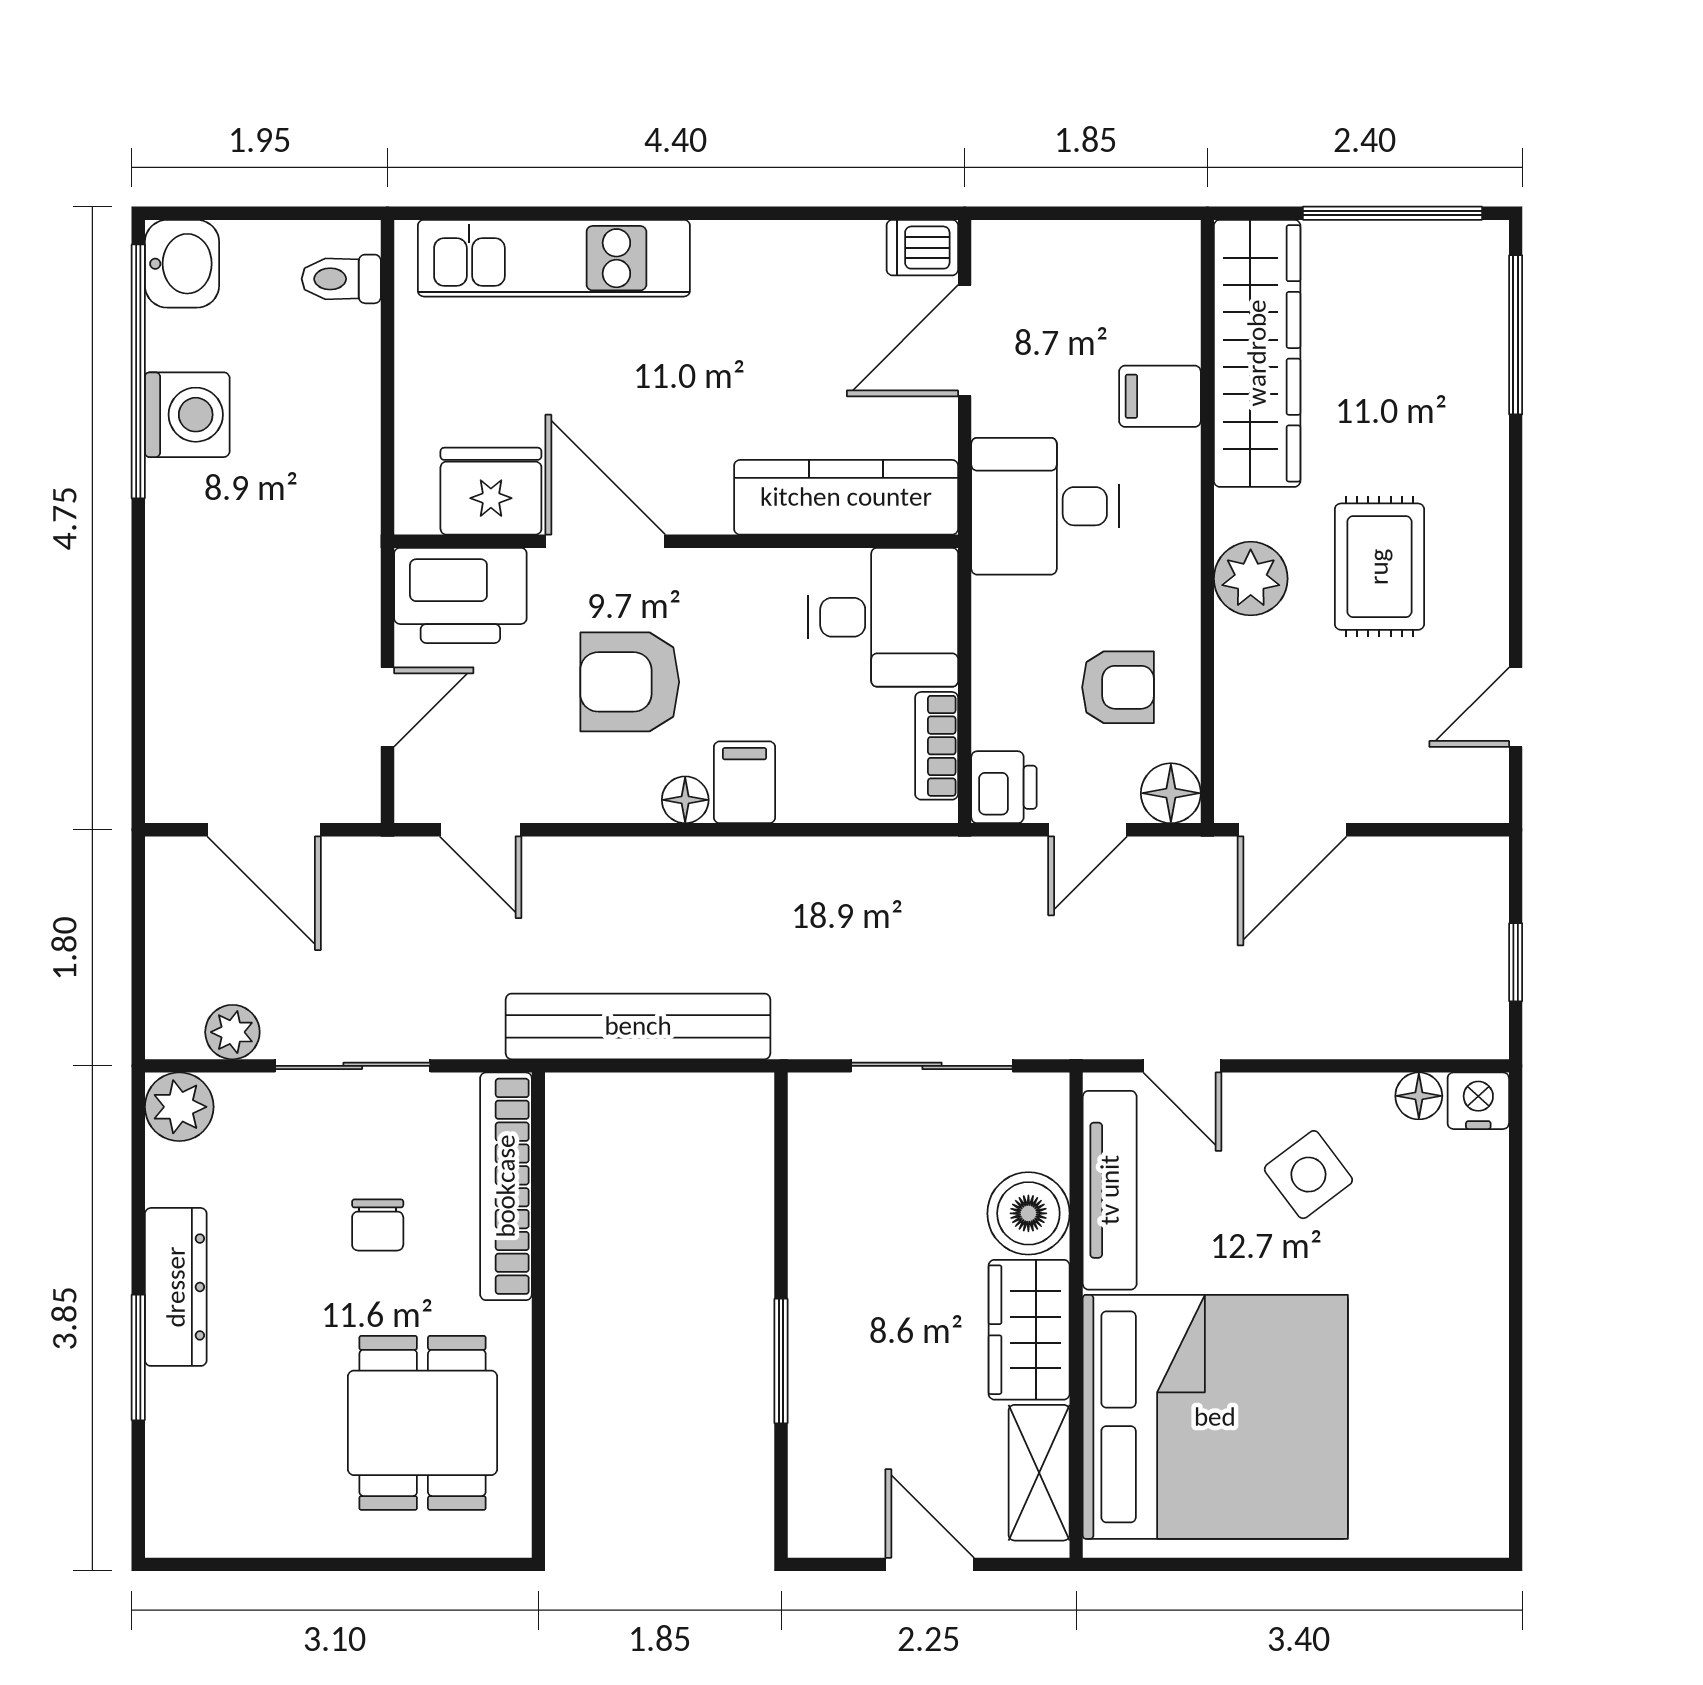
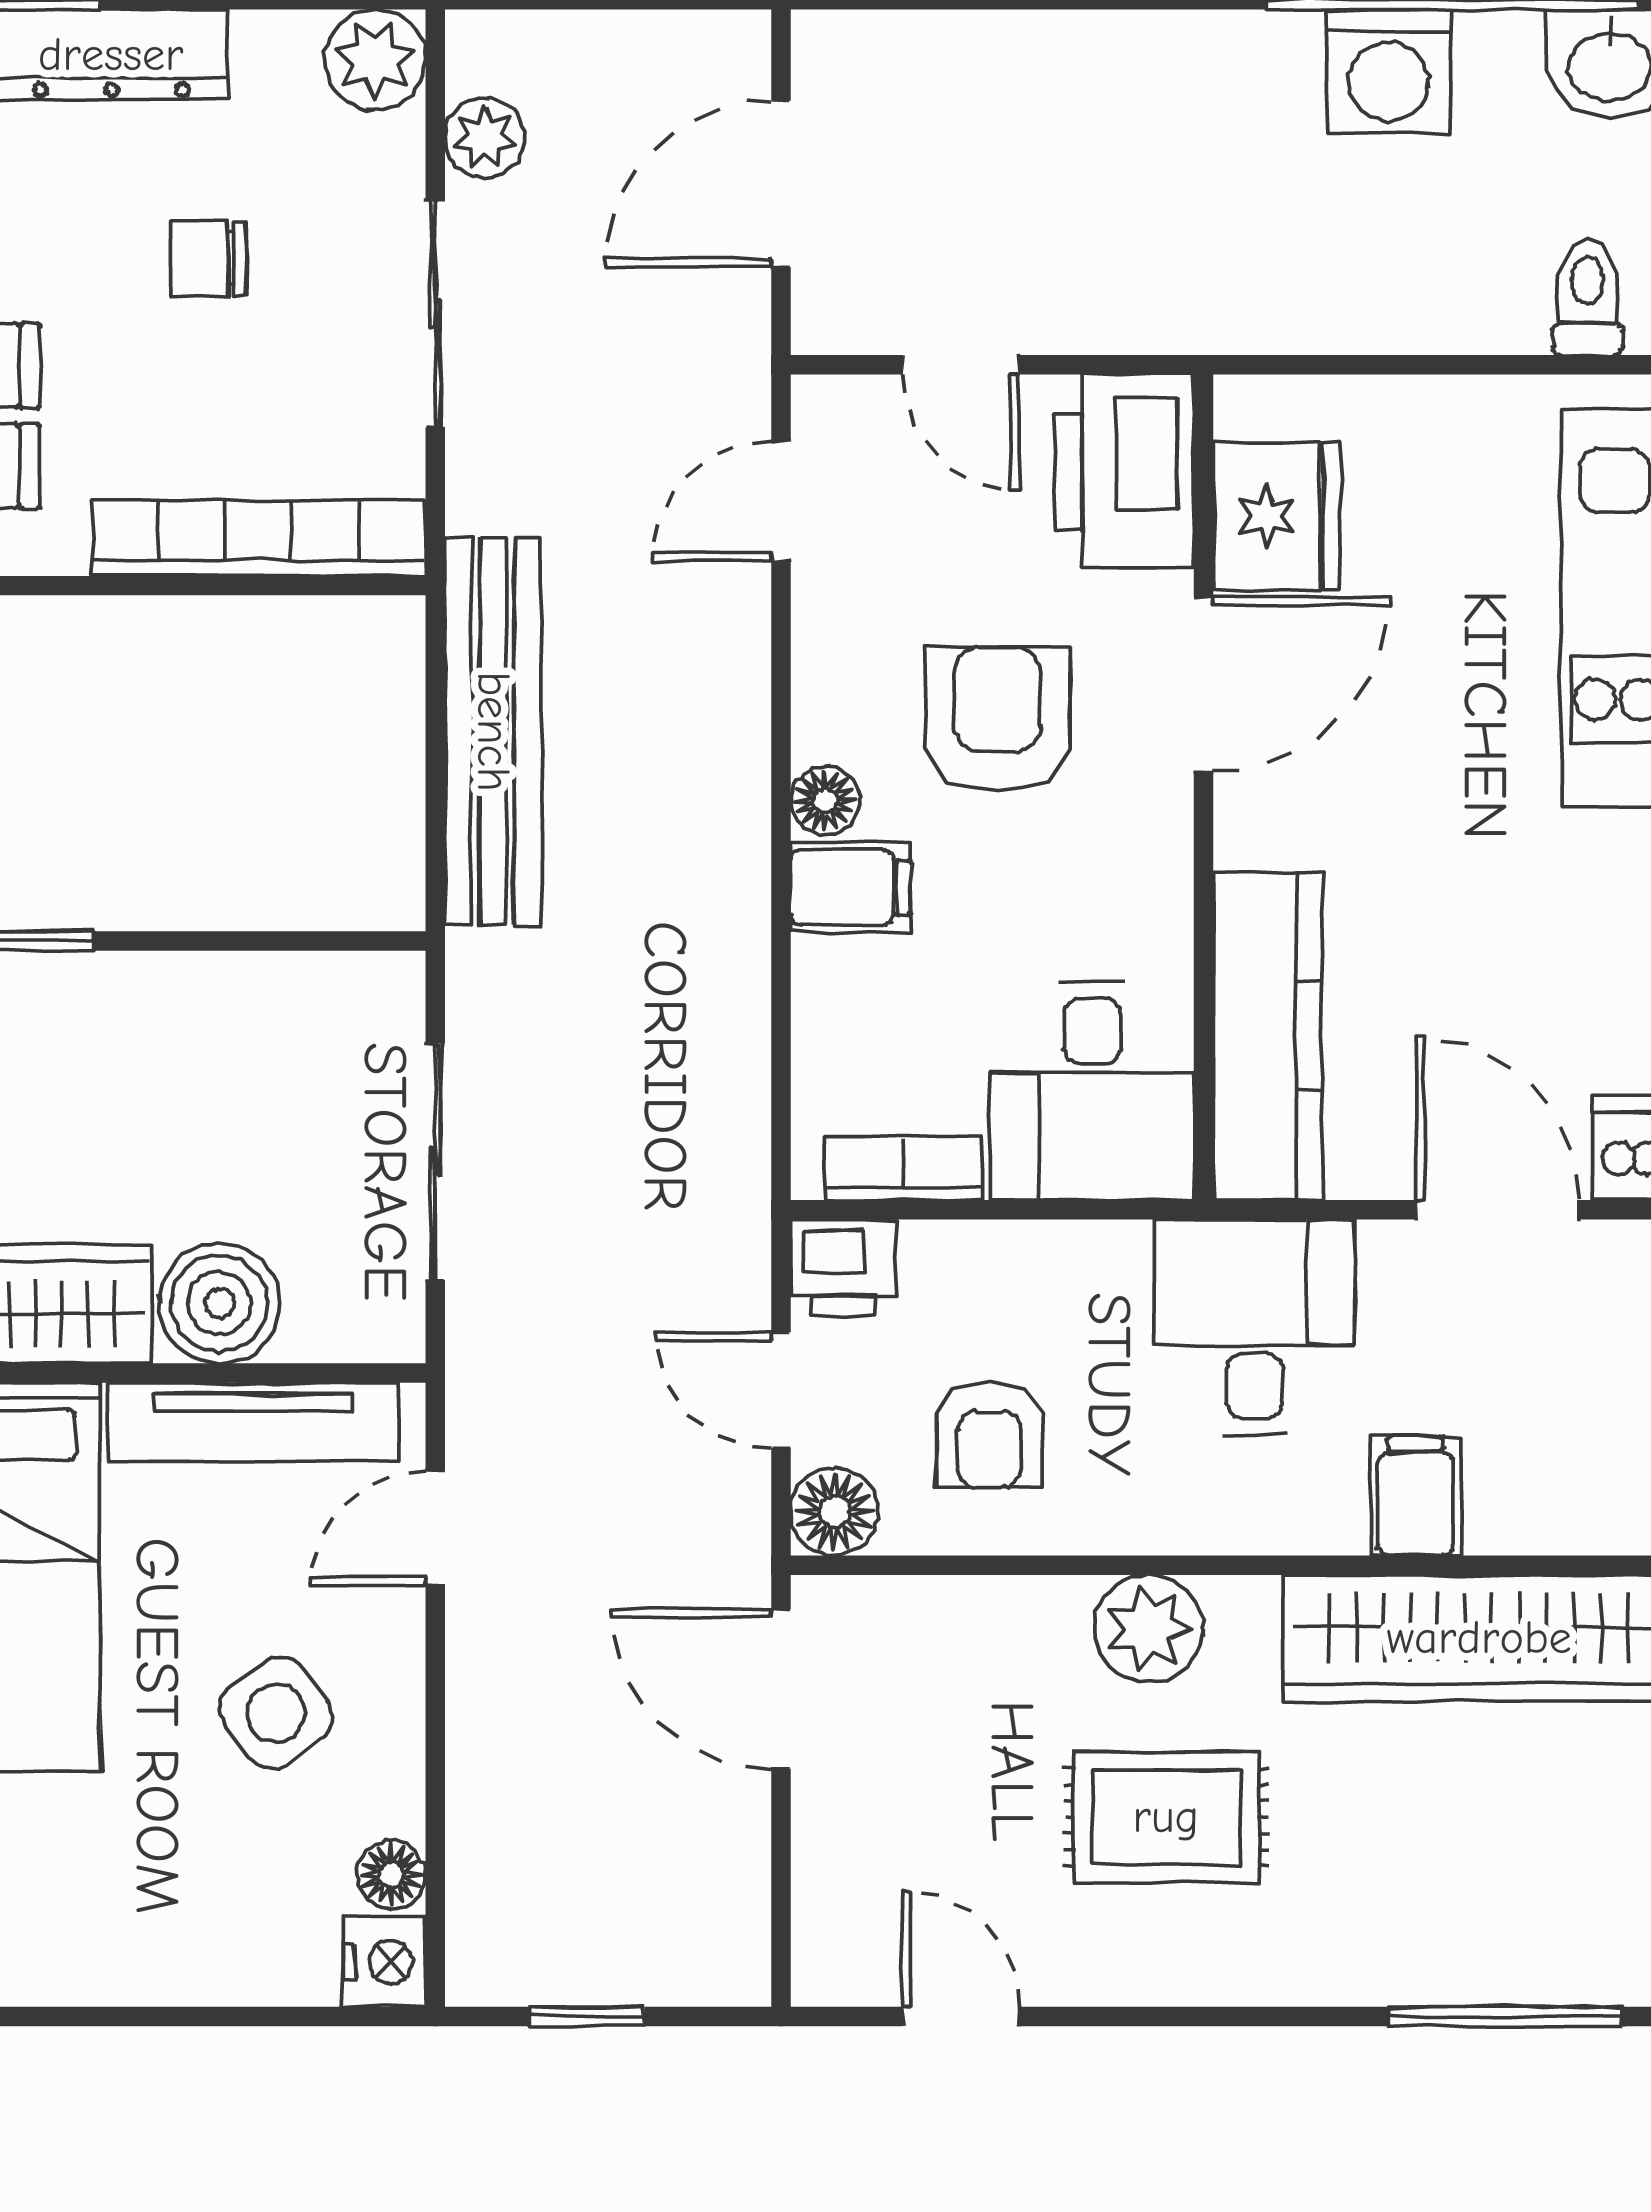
chair: (378, 1225) -> (208, 258), moved

